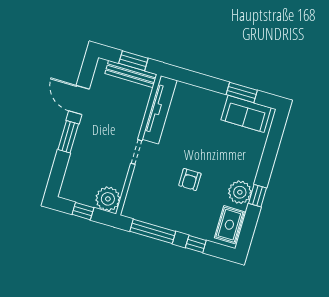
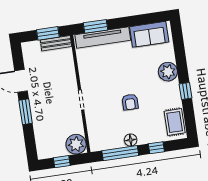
bench: (131, 74) -> (56, 43), width x0.73
window: (242, 92) -> (95, 26), moved
tv unit: (160, 110) -> (103, 38), moved, turned 90
plant: (240, 192) -> (168, 72), moved
floor lamp: (171, 222) -> (131, 140), added

